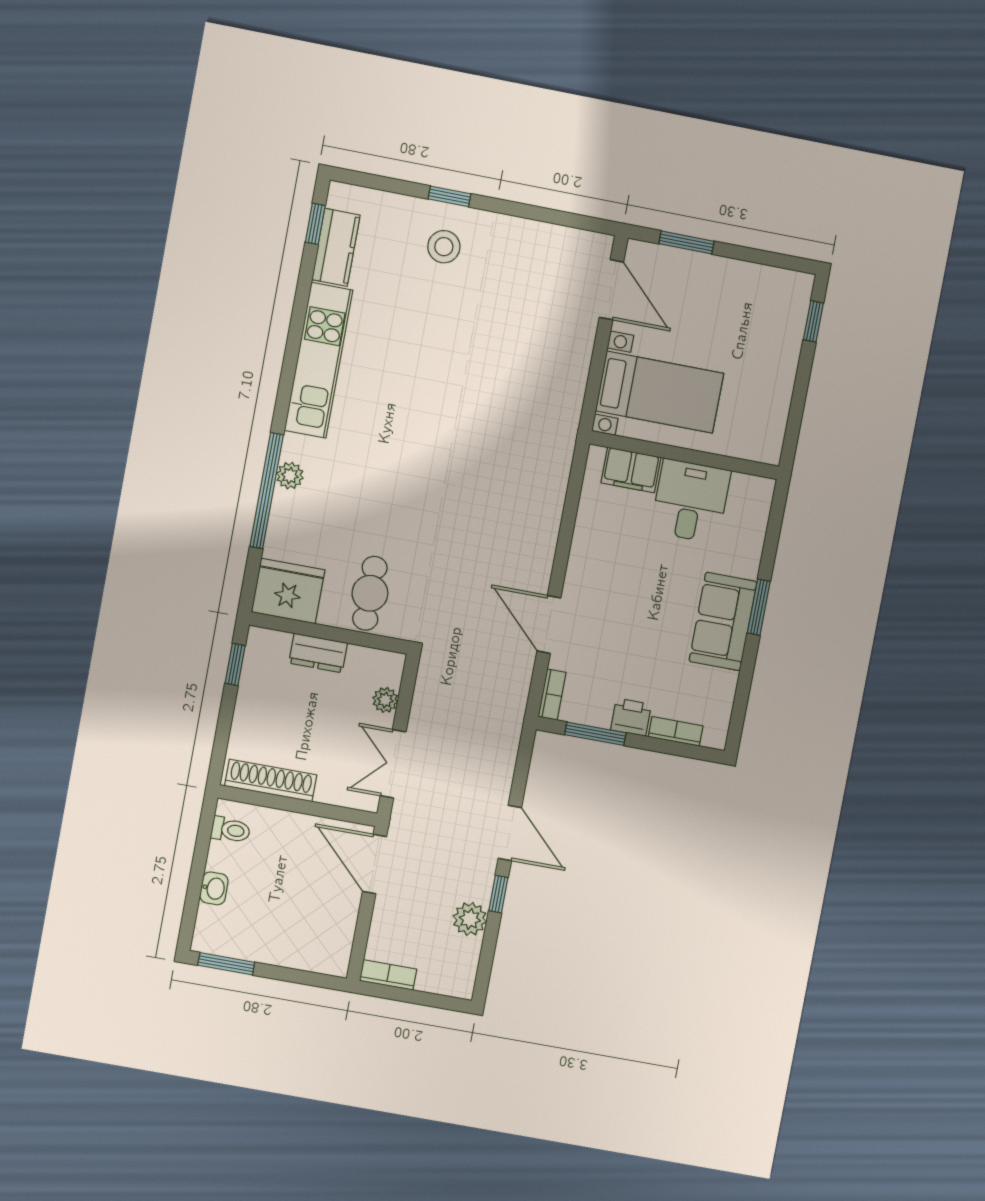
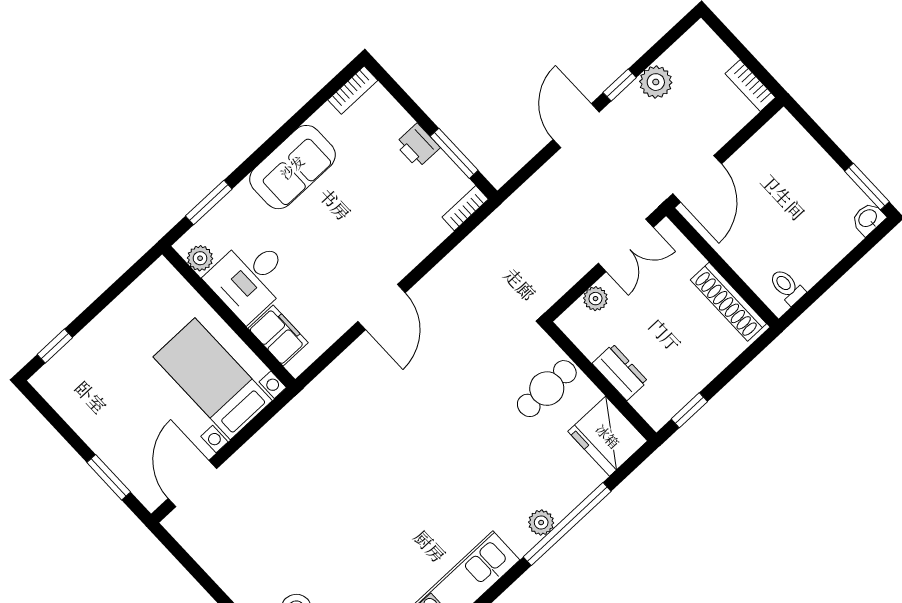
plant: (745, 487) -> (200, 258), added
window: (759, 607) -> (209, 203), moved
door: (549, 624) -> (382, 307), moved
bookcase: (676, 731) -> (353, 90), moved, turned -90
washbasin: (214, 888) -> (868, 219), moved

